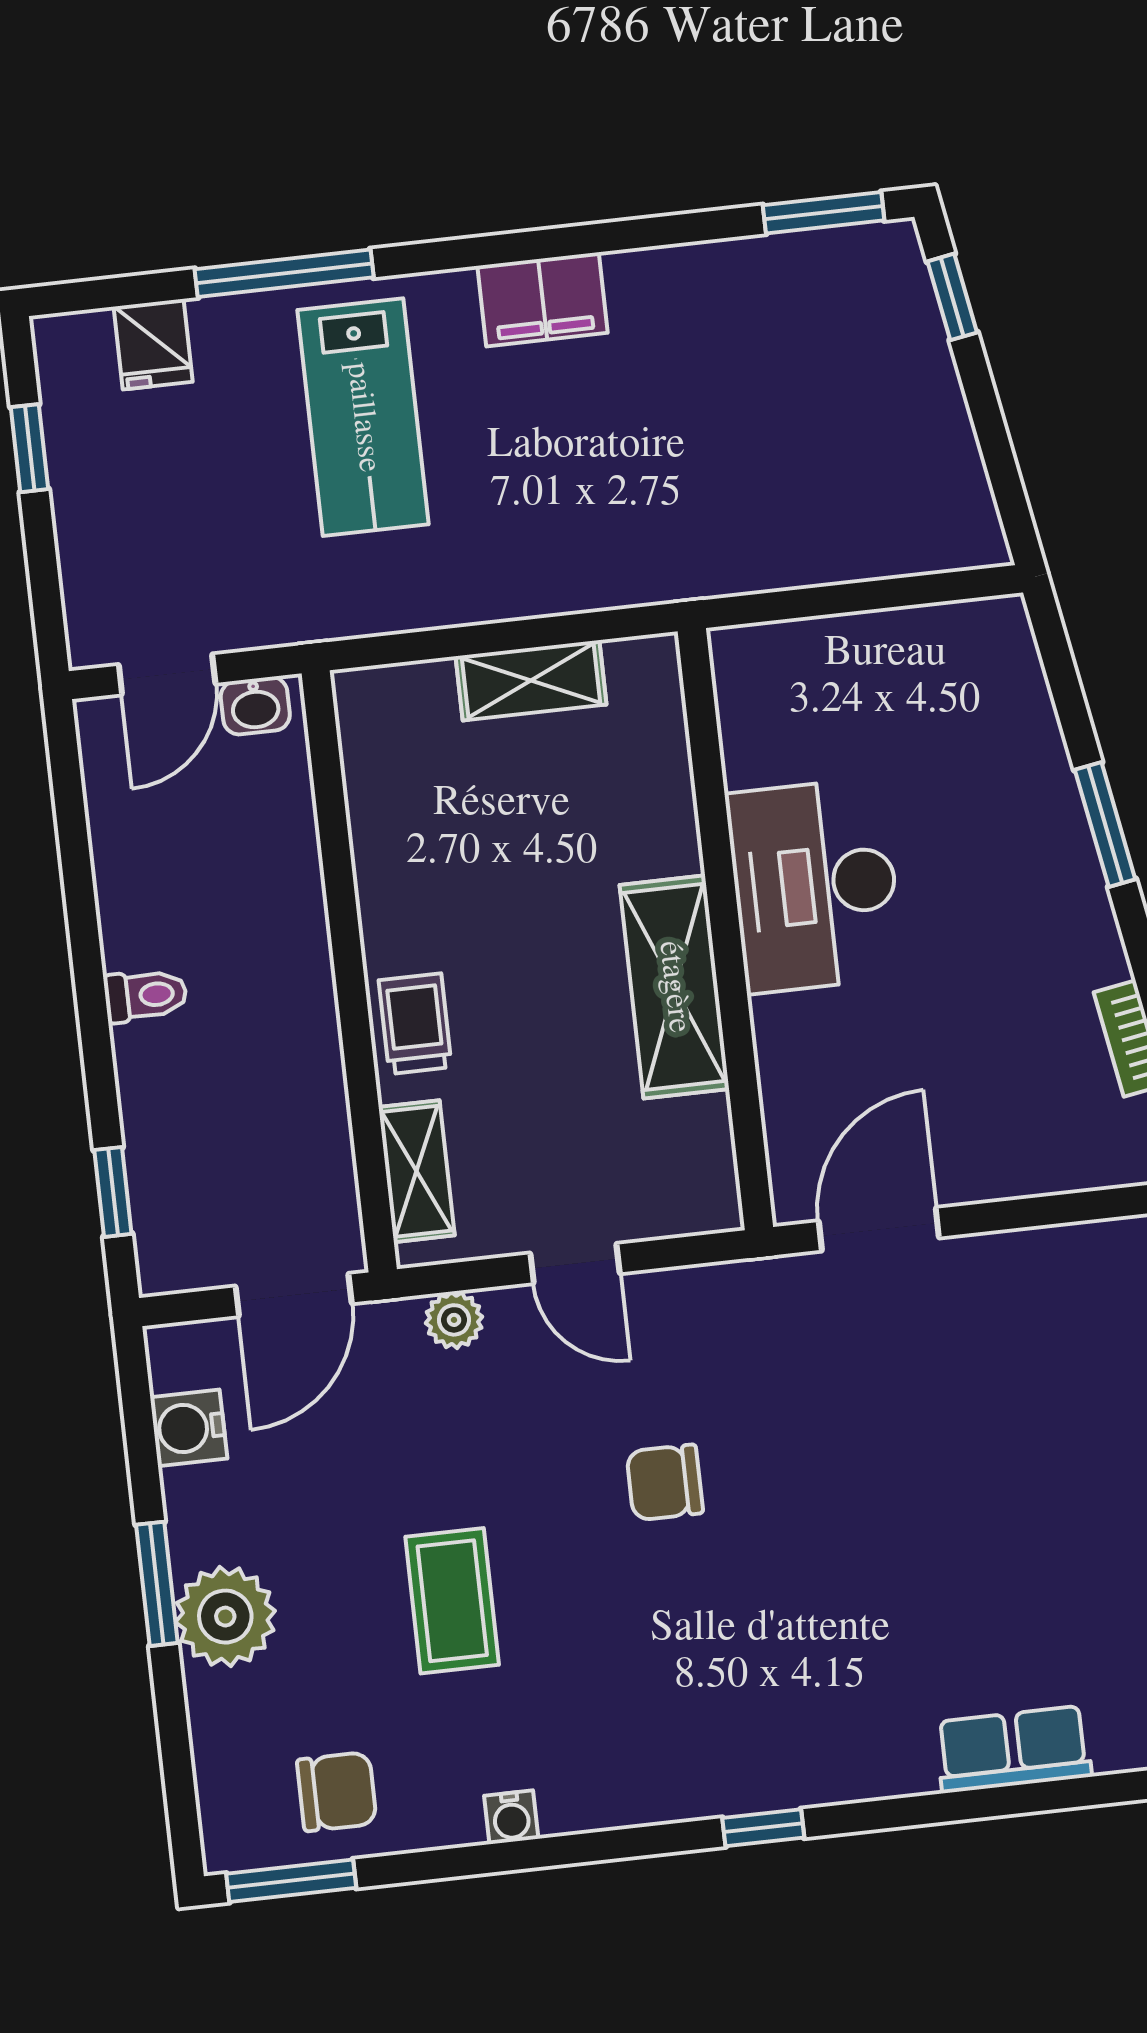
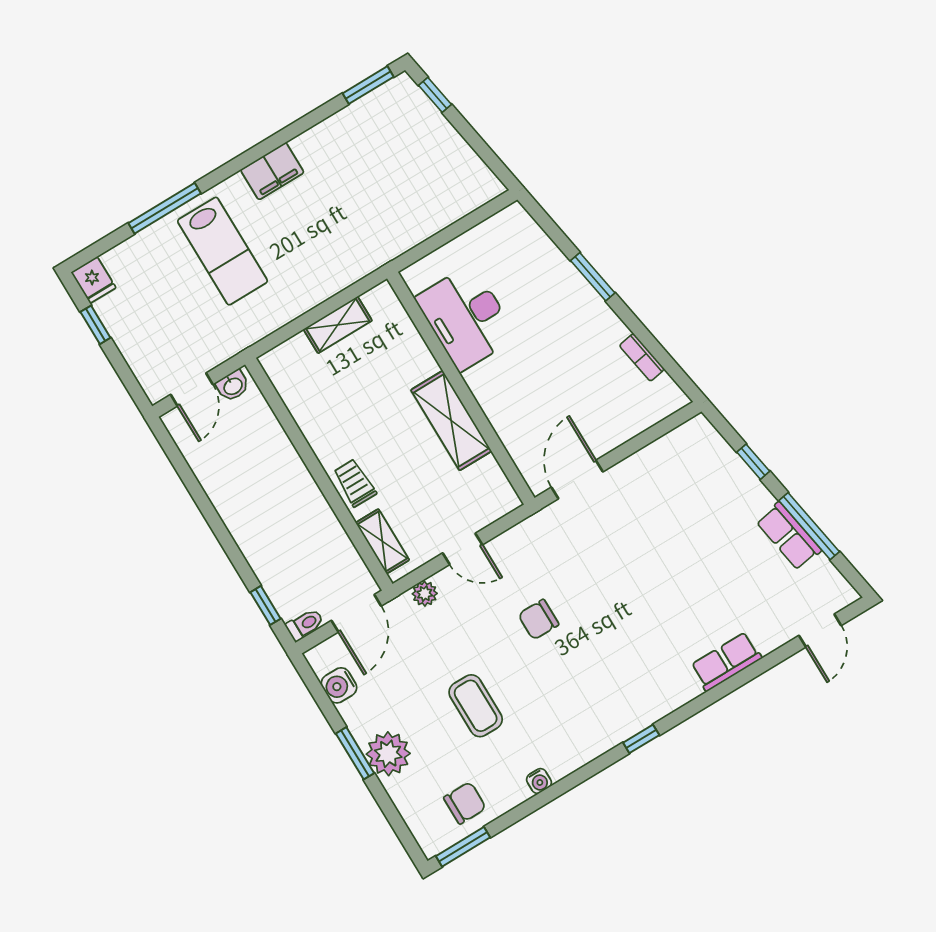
fridge: (153, 344) -> (94, 280), moved
desk: (815, 885) -> (466, 318), moved
toilet: (145, 995) -> (305, 625), moved

